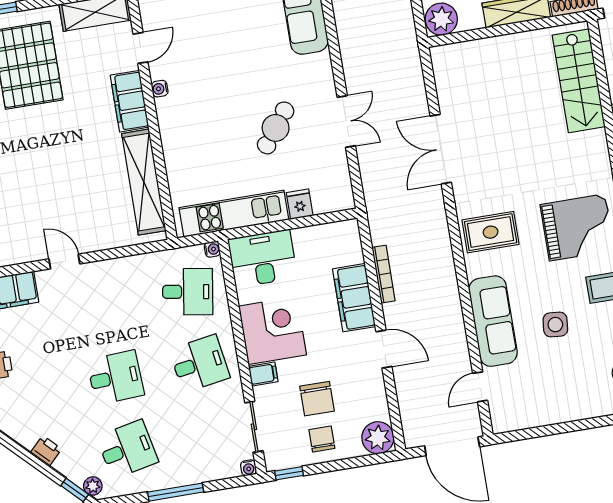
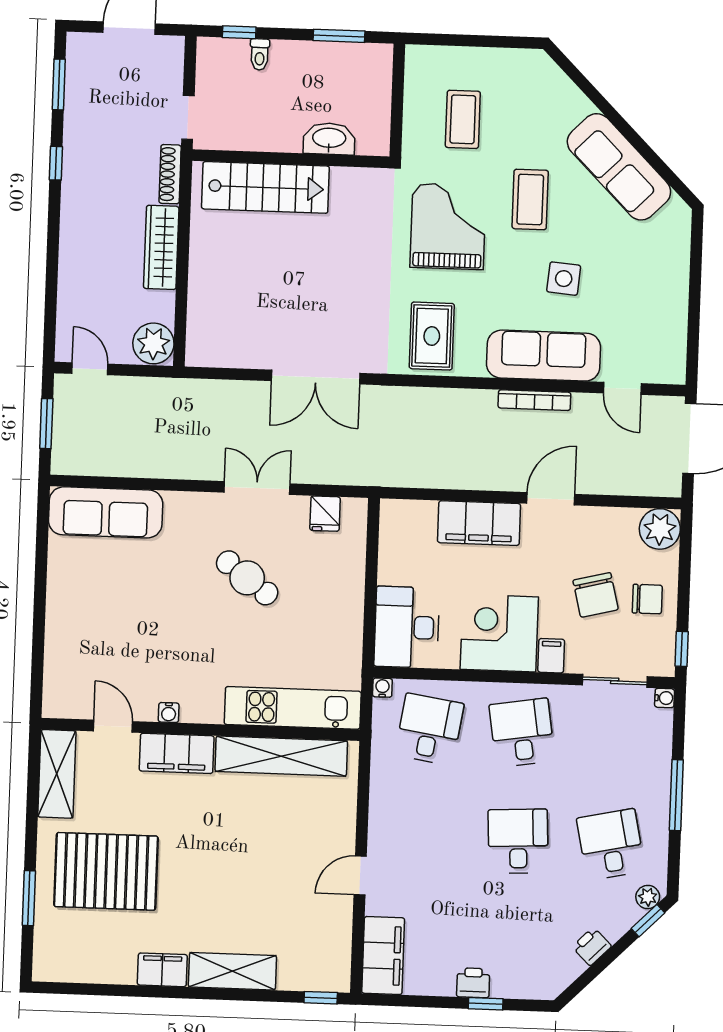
fridge: (300, 204) -> (325, 514), moved, turned -90
kitchen unit: (234, 214) -> (293, 708), moved, turned 90
bookcase: (383, 274) -> (534, 400), moved, turned 180
chair: (317, 399) -> (596, 595), turned 76
chair: (322, 439) -> (647, 599), turned 180

